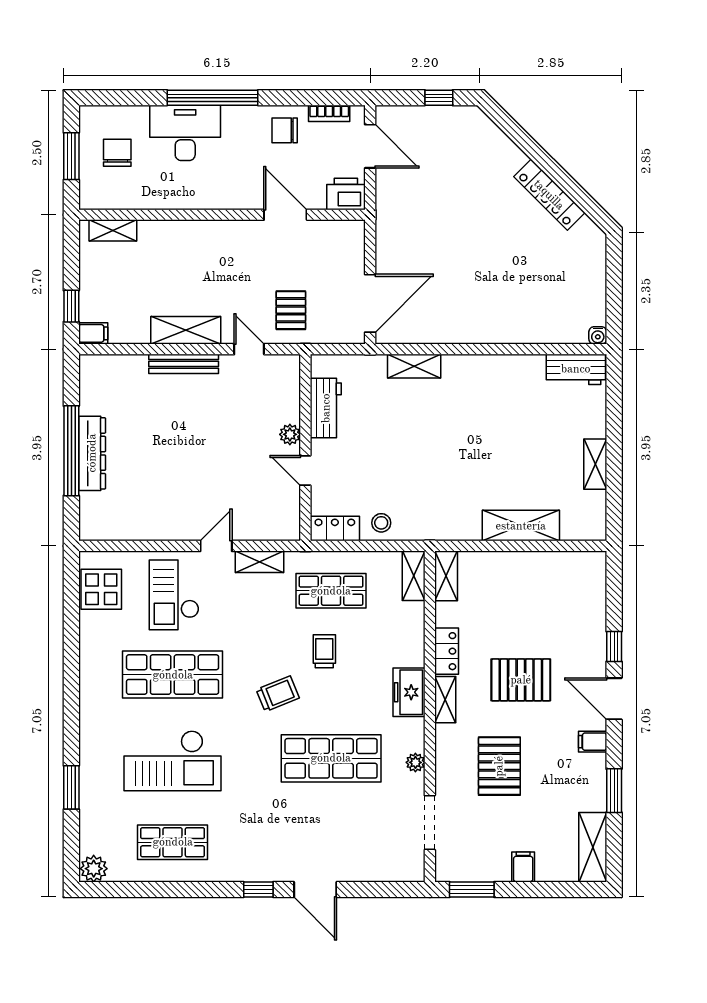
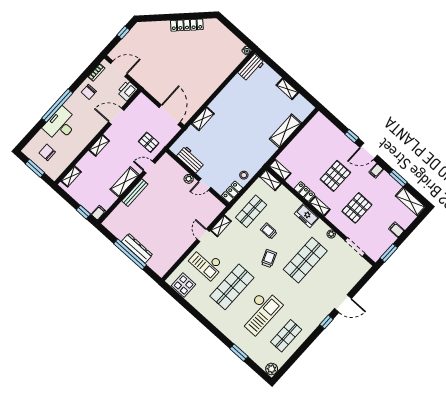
shelving: (209, 231) -> (99, 145), added
pallet: (499, 766) -> (357, 208), turned 90

